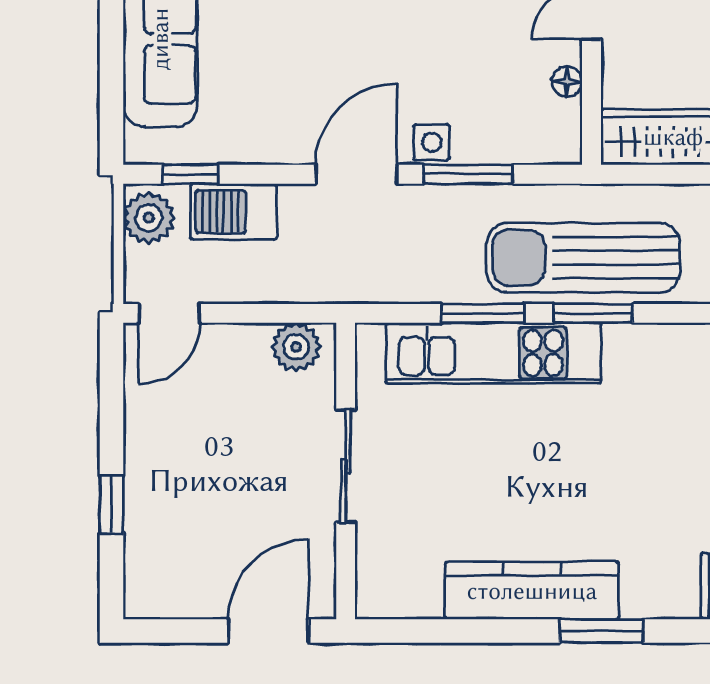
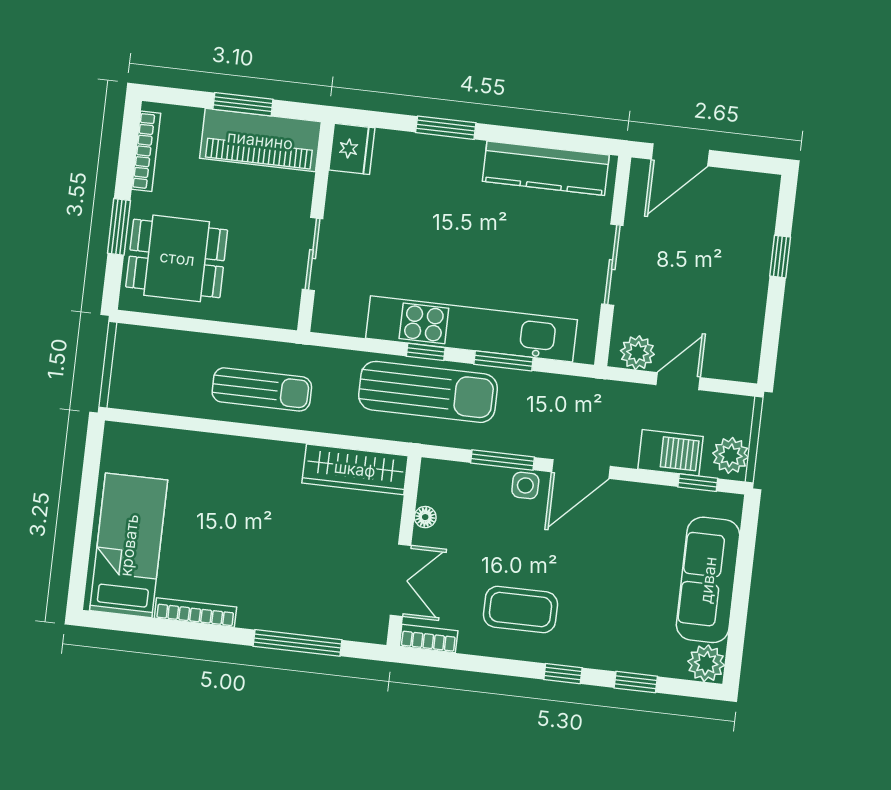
door: (169, 313) -> (678, 381), moved
window: (593, 313) -> (426, 352), width x0.67
kitchen unit: (494, 353) -> (471, 329), width x1.36
kitchen counter: (532, 591) -> (546, 168), moved

